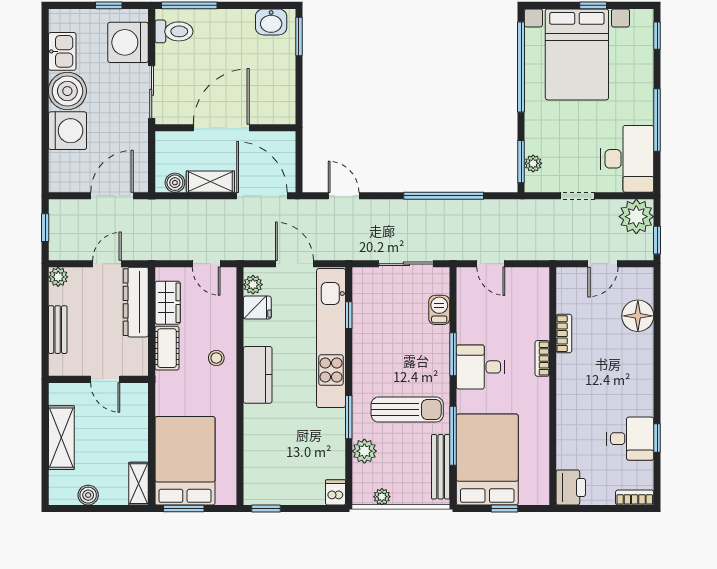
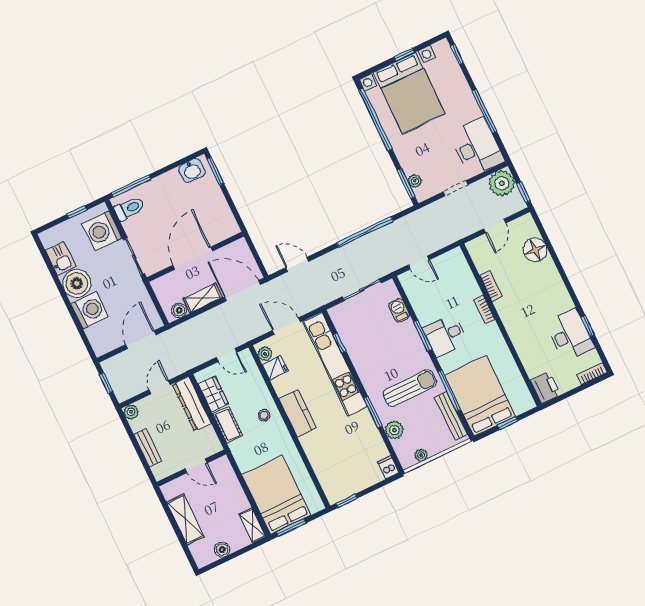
desk: (630, 439) -> (570, 335), width x1.37

